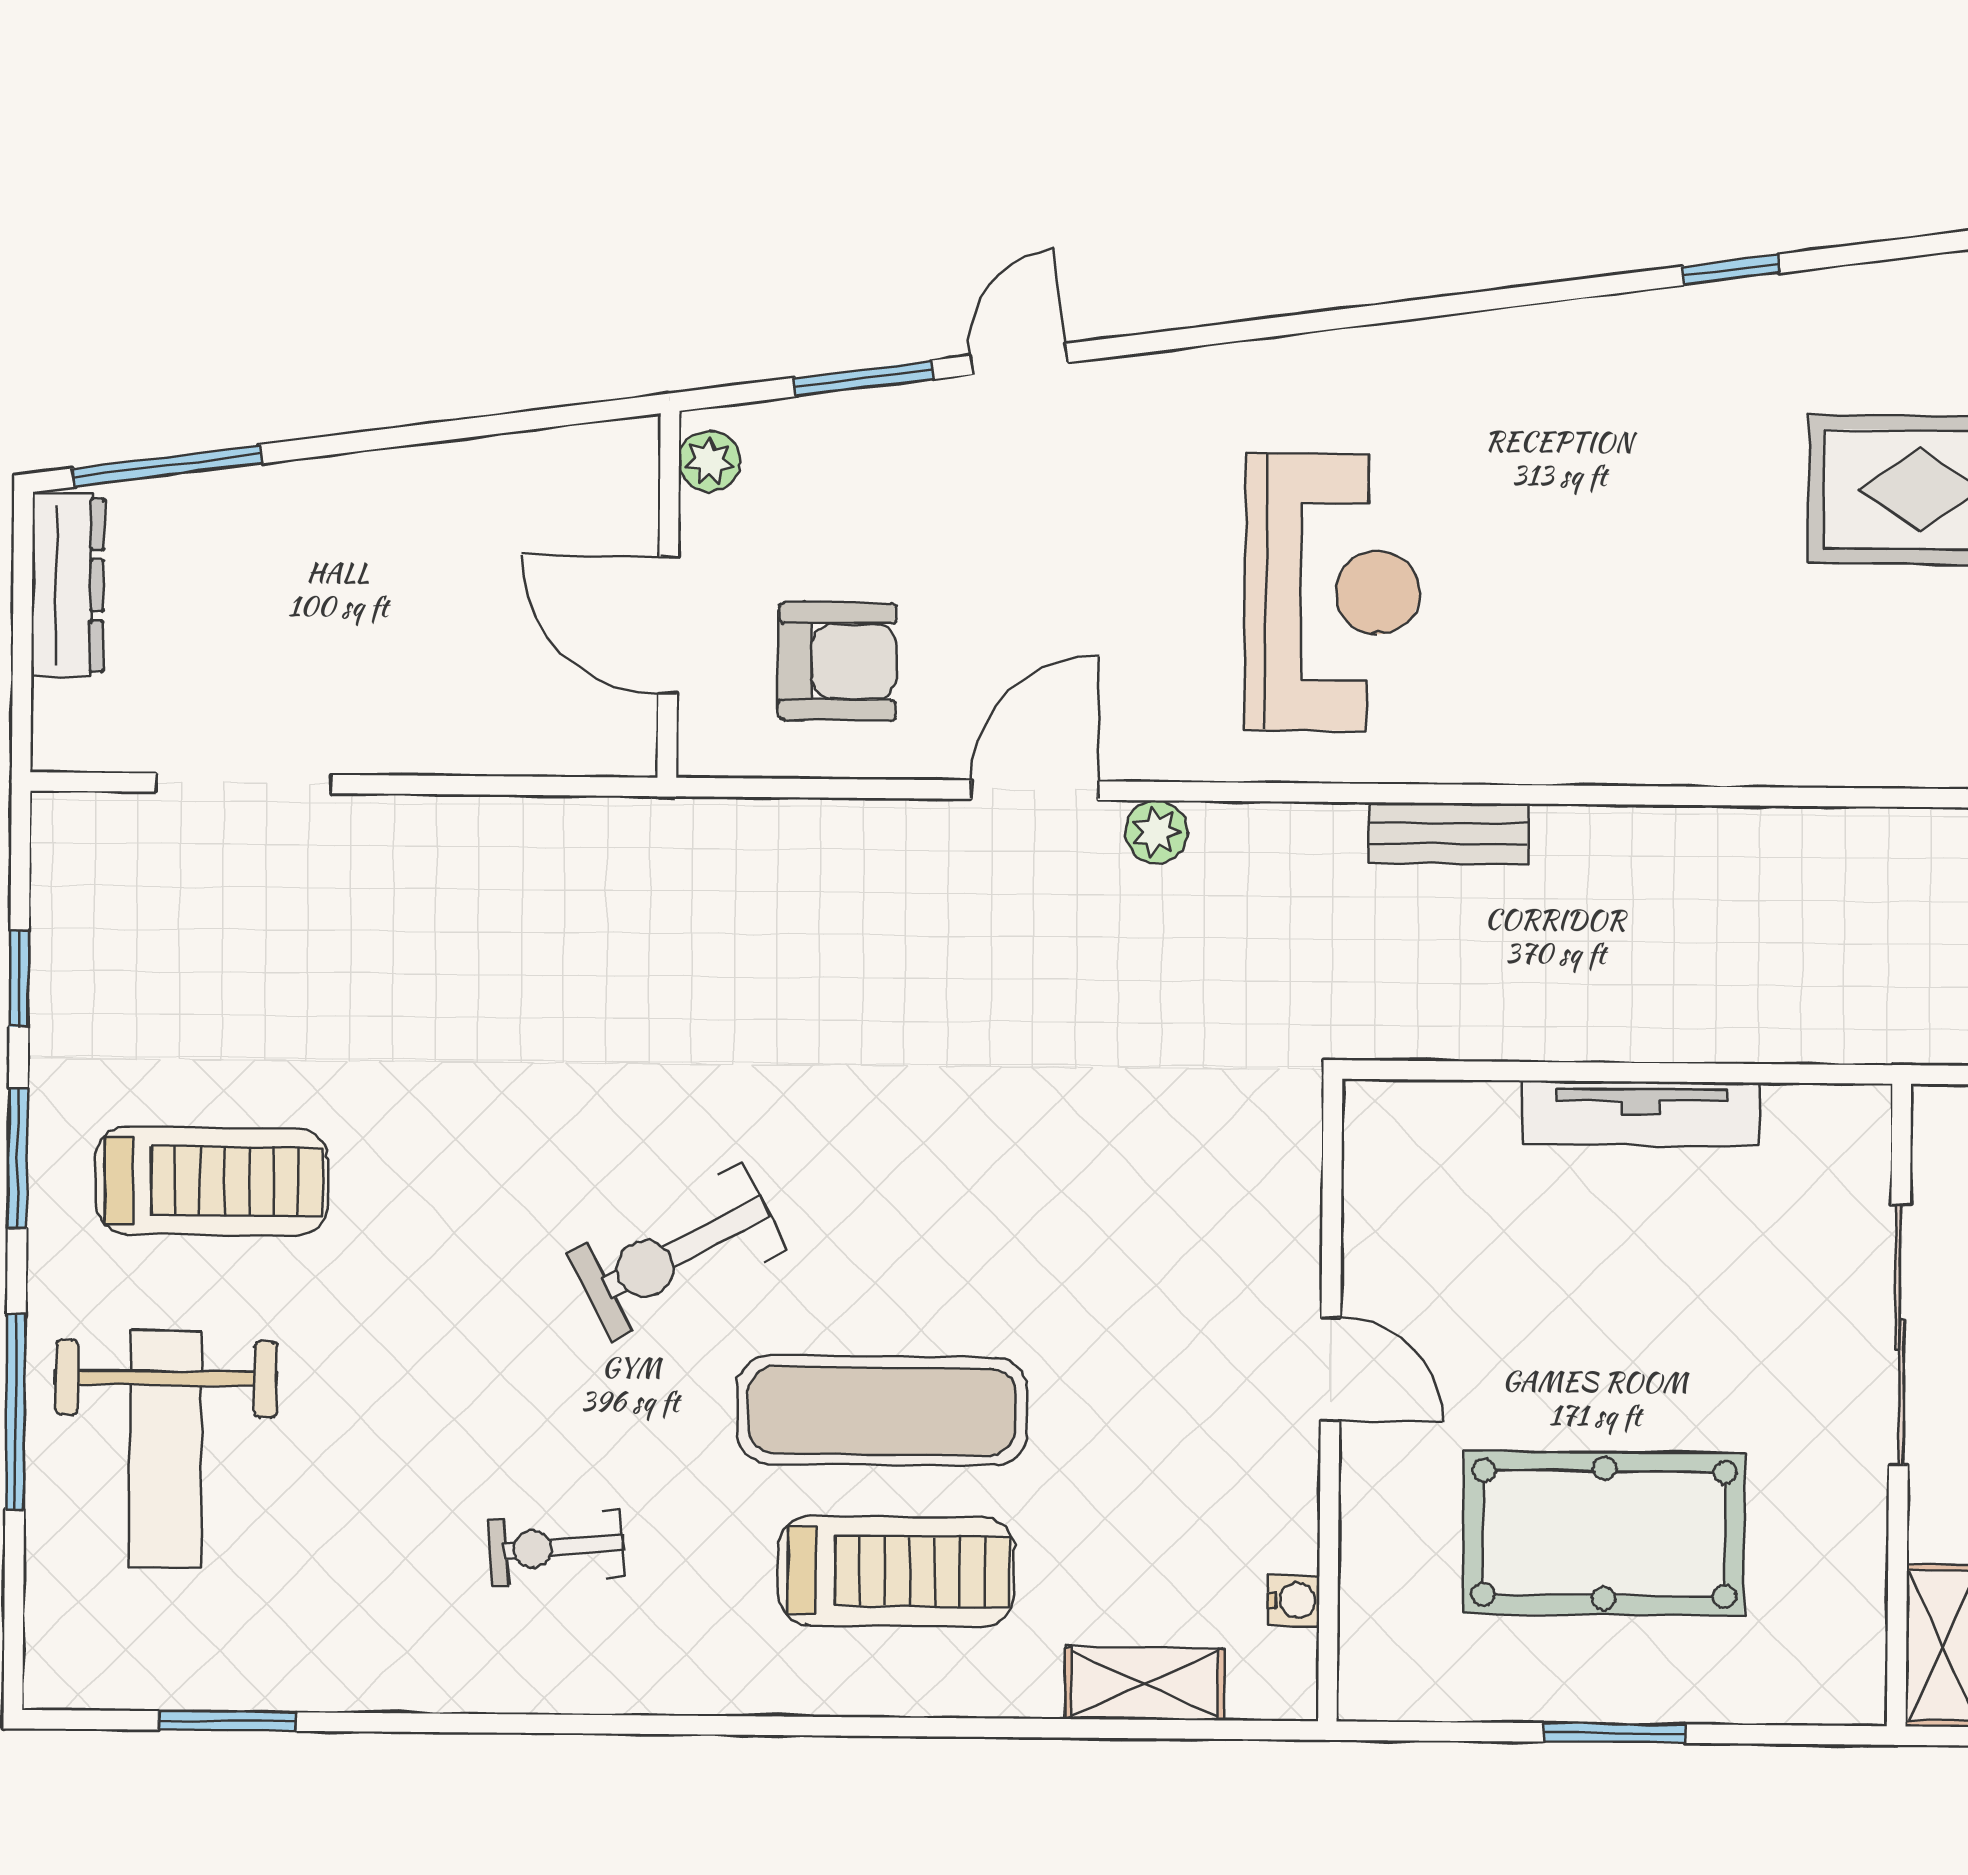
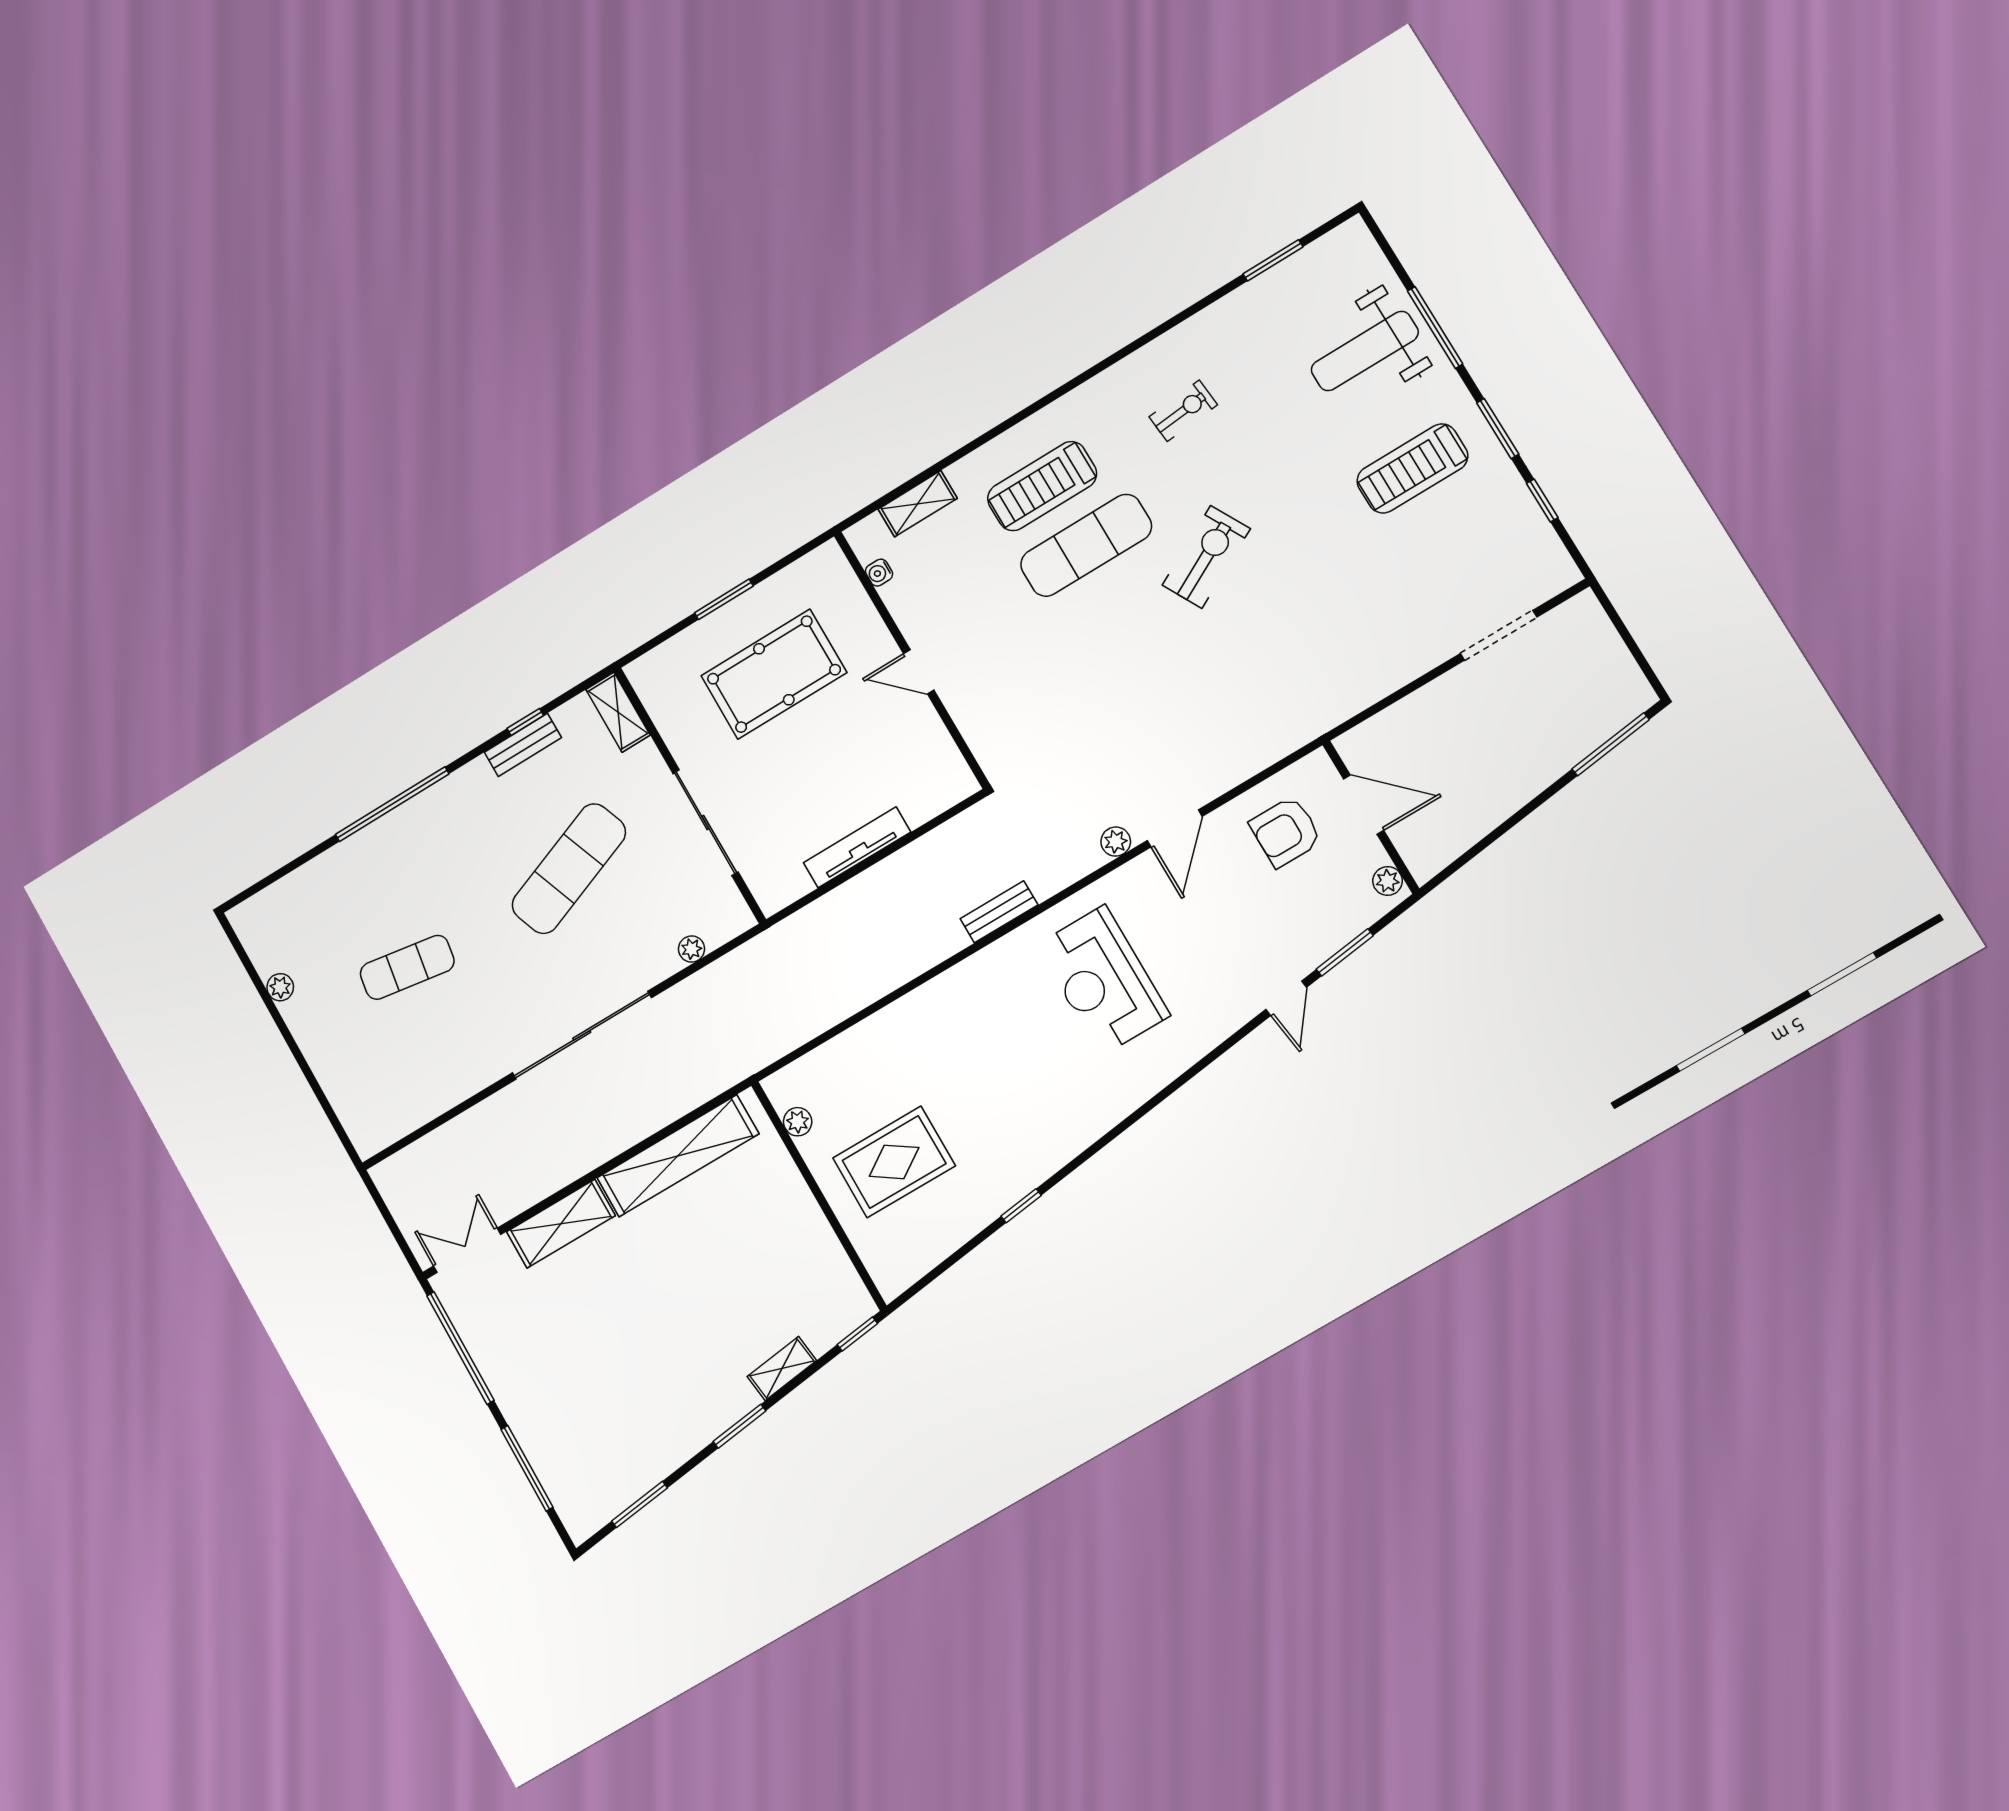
dresser: (68, 585) -> (1622, 671), removed
weight bench: (166, 1449) -> (1365, 351), turned -90

